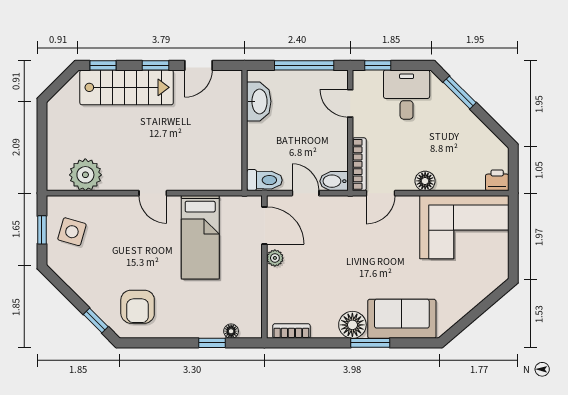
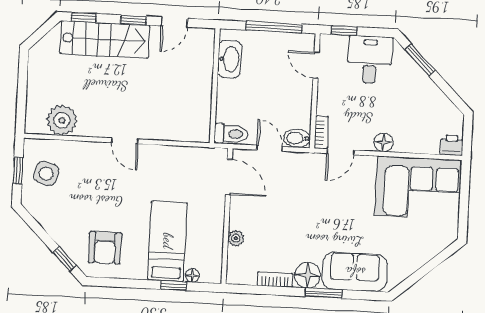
bookcase: (359, 164) -> (321, 133), width x0.64
bed: (200, 237) -> (168, 241), moved, turned 180
plant: (275, 258) -> (236, 238), moved
bookcase: (291, 331) -> (275, 279), moved

